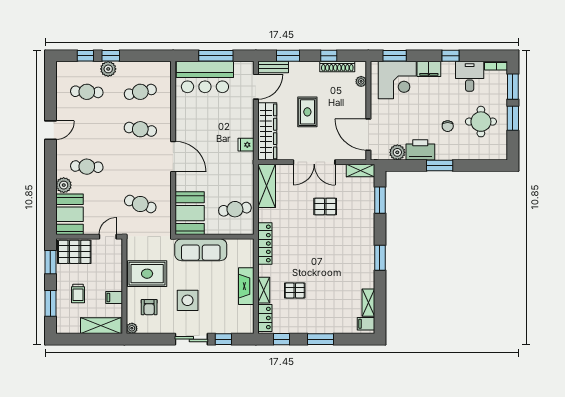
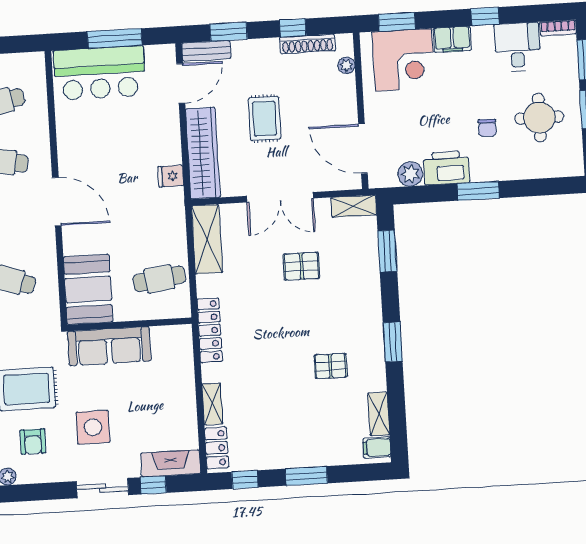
fireplace: (246, 286) -> (171, 463), moved, turned 90
pallet: (295, 290) -> (331, 366), moved

